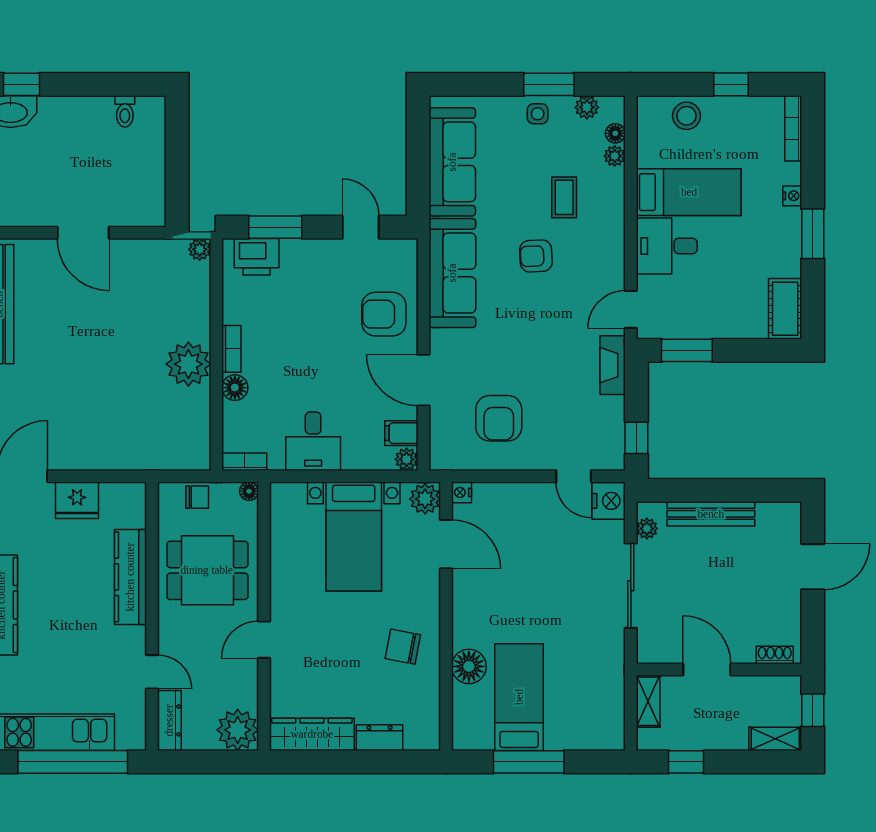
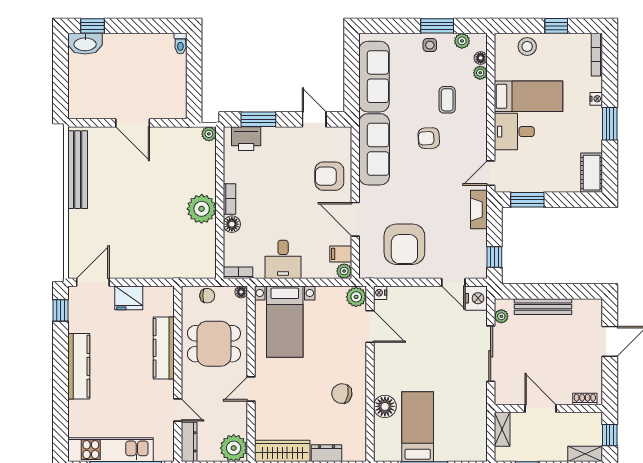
toilet: (125, 111) -> (180, 44), moved
armchair: (499, 418) -> (404, 244), width x1.36, depth x1.36
bed with nightstands: (354, 537) -> (285, 322), moved

